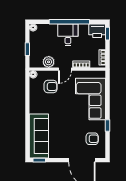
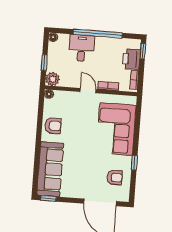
printer: (97, 31) -> (131, 59), moved, turned 90
desk: (68, 35) -> (81, 48), moved
plant: (49, 62) -> (53, 79), moved
door: (65, 69) -> (88, 91), swing flipped
armchair: (51, 87) -> (53, 126), moved

